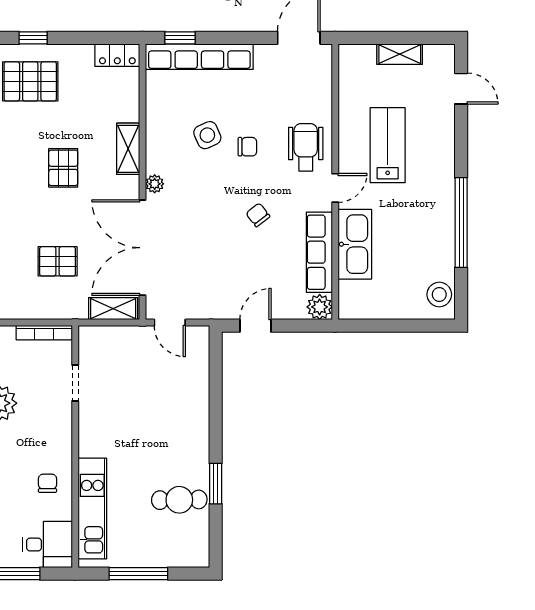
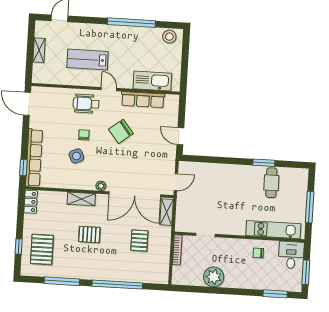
chair: (258, 215) -> (121, 131), width x1.87, depth x1.87
kitchen sink: (355, 244) -> (152, 81), moved
plant: (320, 307) -> (172, 101), removed

